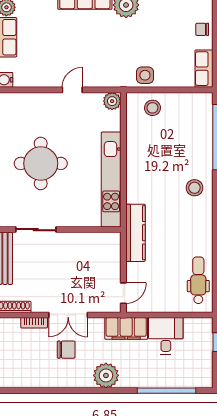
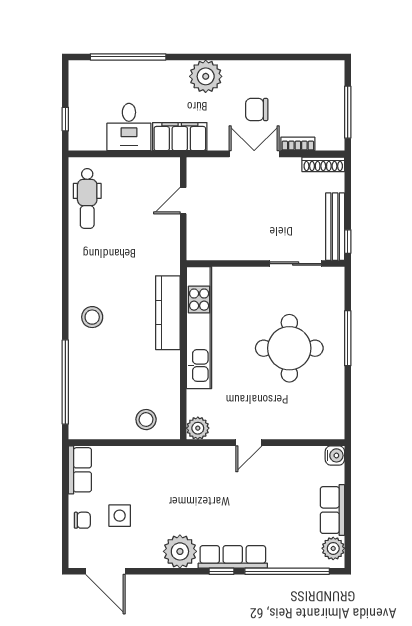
side table: (145, 75) -> (120, 516), moved
kitchen counter: (135, 233) -> (168, 313), moved
door: (123, 293) -> (183, 201), moved

